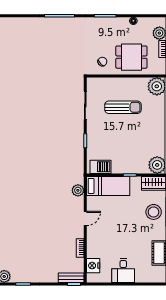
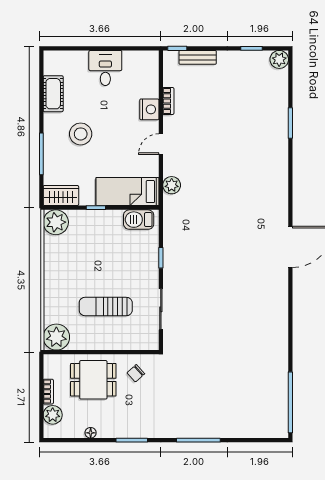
stool: (154, 212) -> (81, 134), moved
nightstand: (93, 266) -> (149, 109), moved
bench: (71, 278) -> (198, 57), moved

